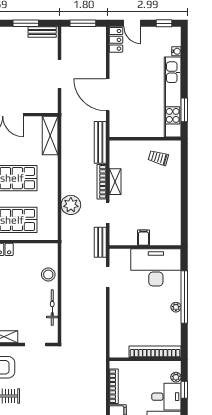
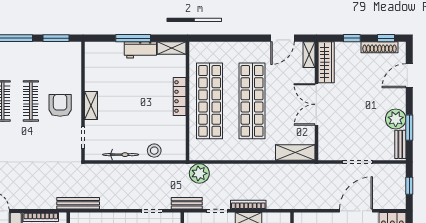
window: (83, 23) -> (409, 186), width x0.67
plant: (17, 37) -> (396, 119), added
door: (108, 95) -> (356, 211), moved
bench: (100, 142) -> (78, 203), moved
plant: (71, 205) -> (199, 173), moved

